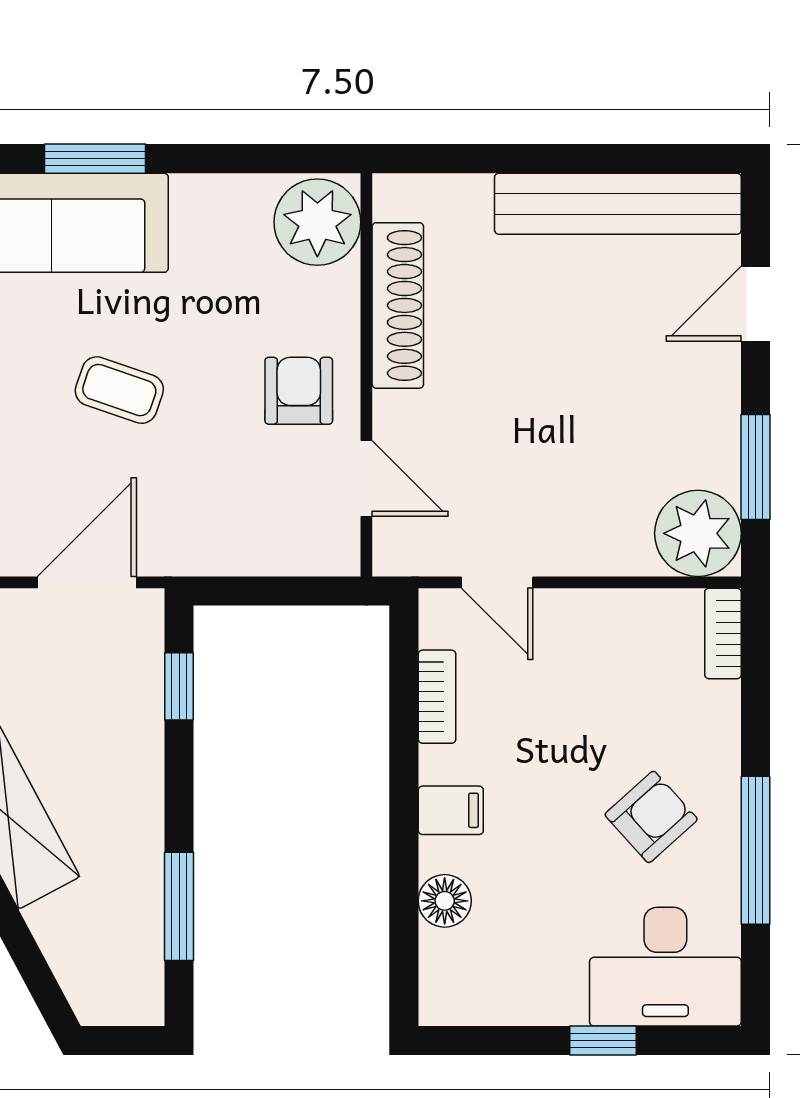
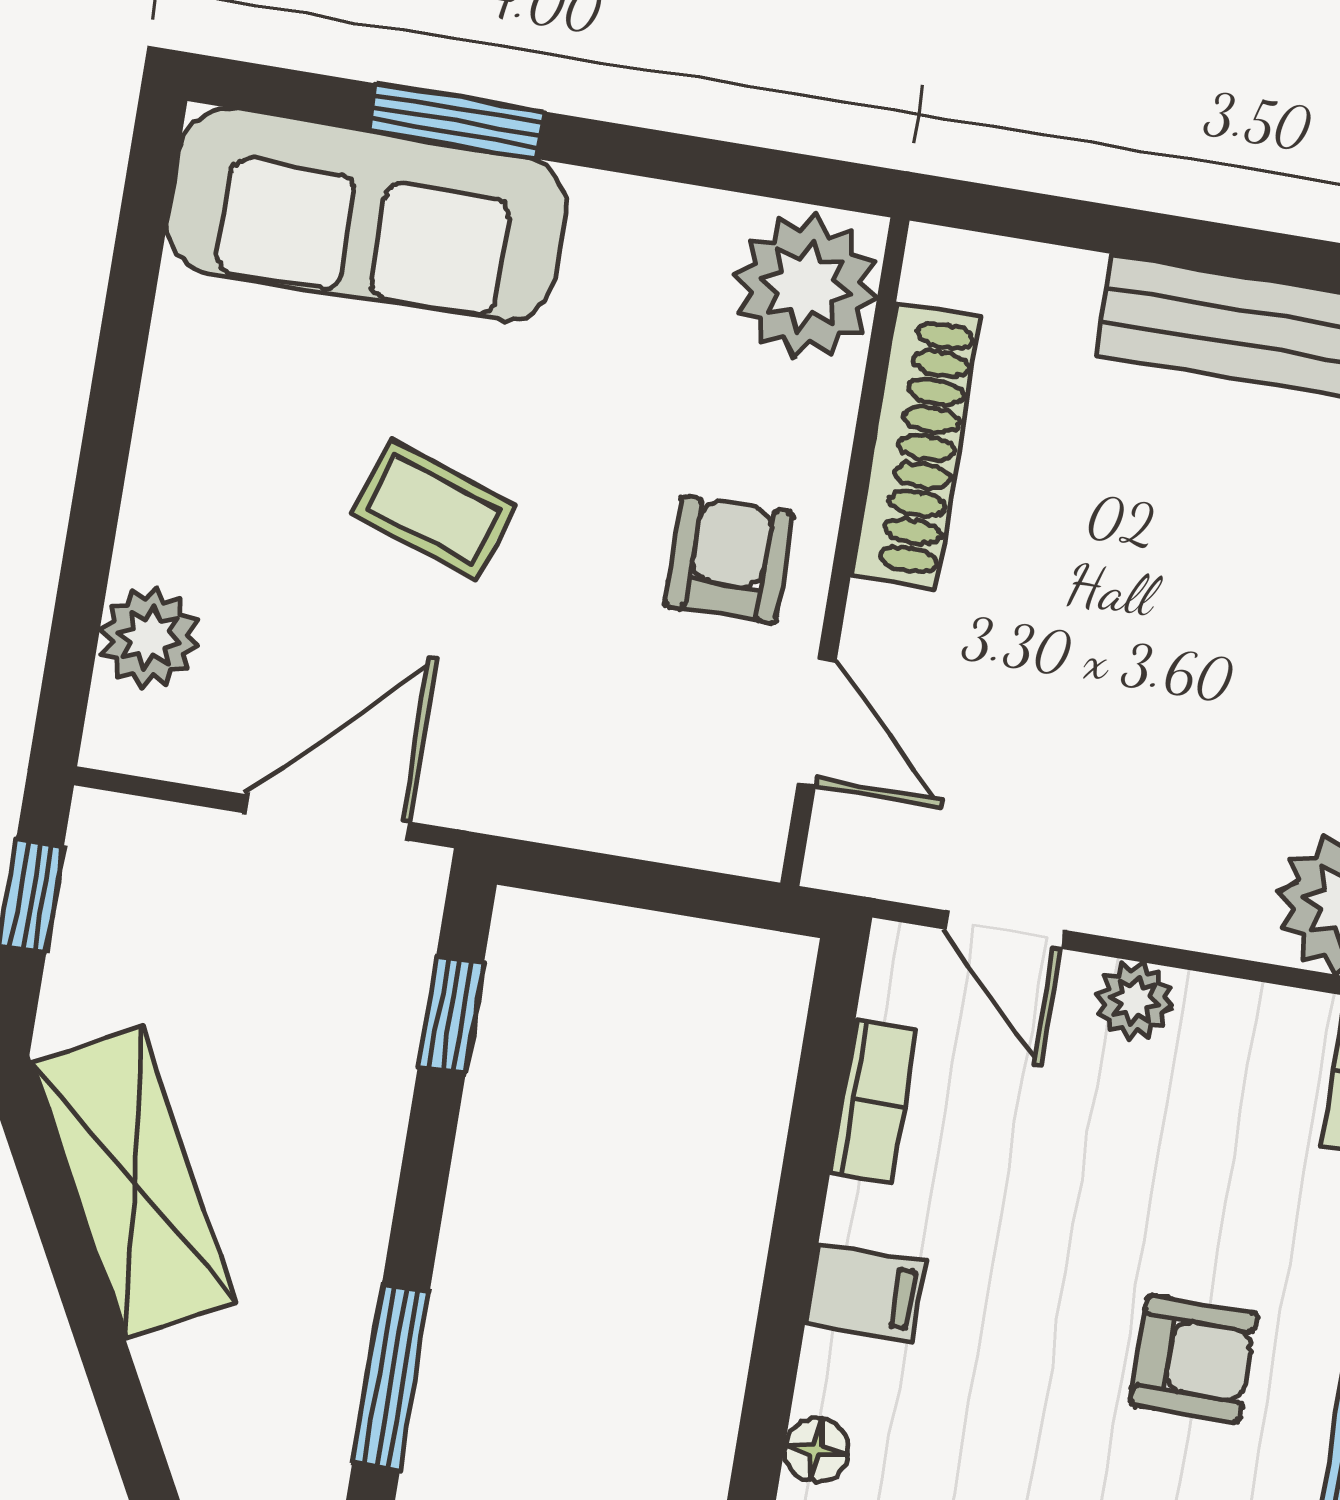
plant: (581, 611) -> (1135, 1000), added
armchair: (651, 817) -> (1194, 1358), turned 42
floor lamp: (445, 901) -> (817, 1450), width x0.73, depth x0.73

